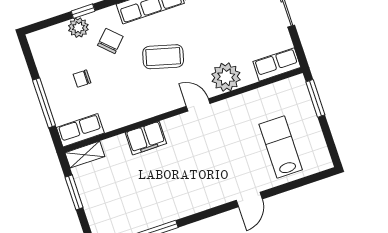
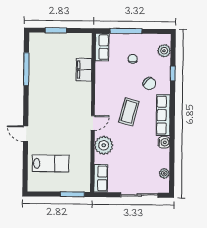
plant: (78, 28) -> (164, 51), moved
filing cabinet: (146, 138) -> (84, 70), moved
shelving: (85, 155) -> (87, 45), removed
window: (74, 192) -> (56, 30), moved

